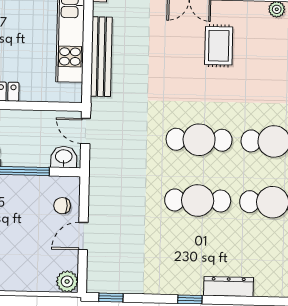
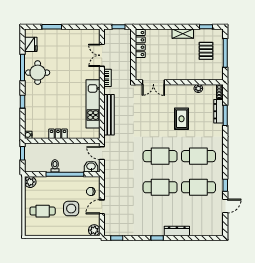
rug: (219, 46) -> (182, 119), moved
side table: (23, 238) -> (71, 209), added

